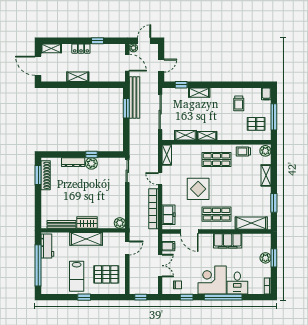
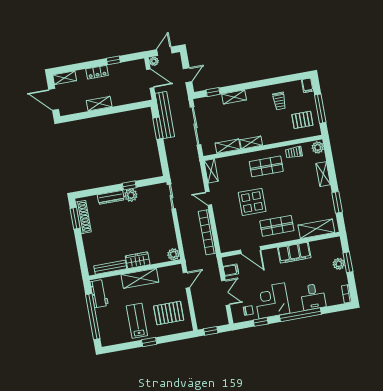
freezer: (169, 215) -> (225, 236), removed
lab bench: (77, 276) -> (137, 321), turned 180
corner desk: (212, 280) -> (272, 301), moved

